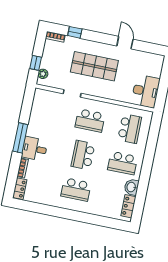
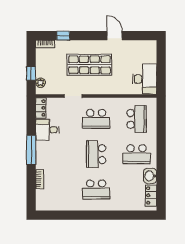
desk: (34, 149) -> (47, 130), moved
locker: (20, 189) -> (41, 108), moved

